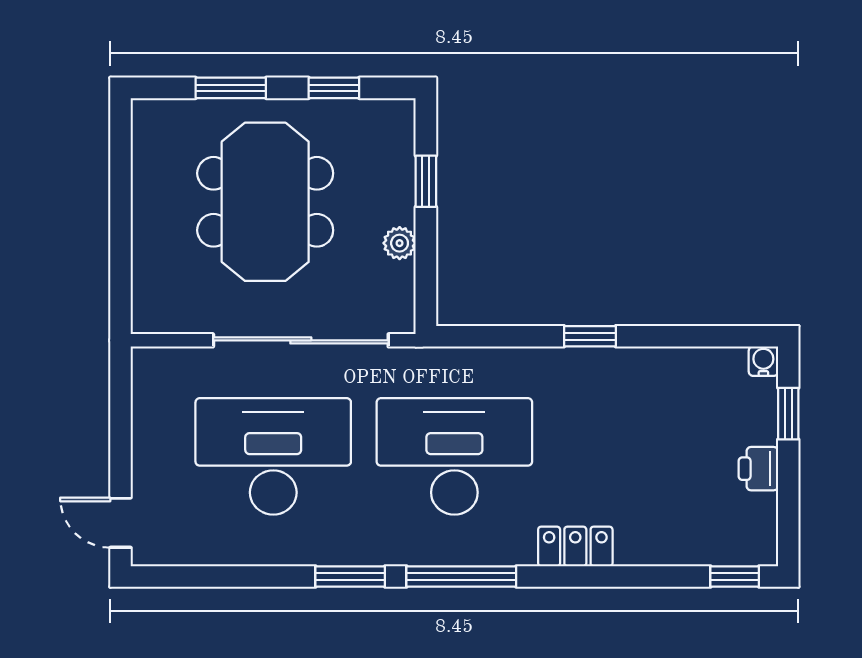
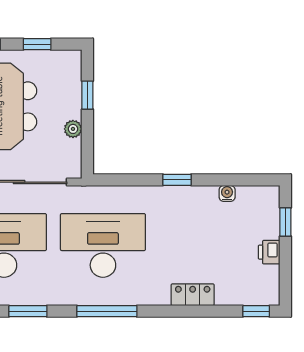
water cooler: (763, 361) -> (227, 193), moved
locker: (575, 546) -> (193, 295), moved
window: (350, 577) -> (28, 311), moved

